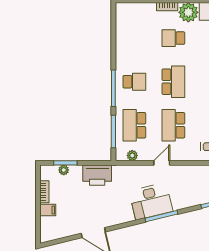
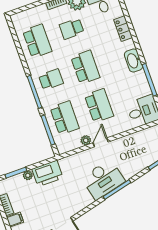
school desk: (134, 38) -> (37, 41), added
school desk: (134, 125) -> (65, 118), turned 180
school desk: (173, 125) -> (99, 106), turned 180
plant: (132, 156) -> (86, 140), moved
plant: (64, 170) -> (28, 175), moved

